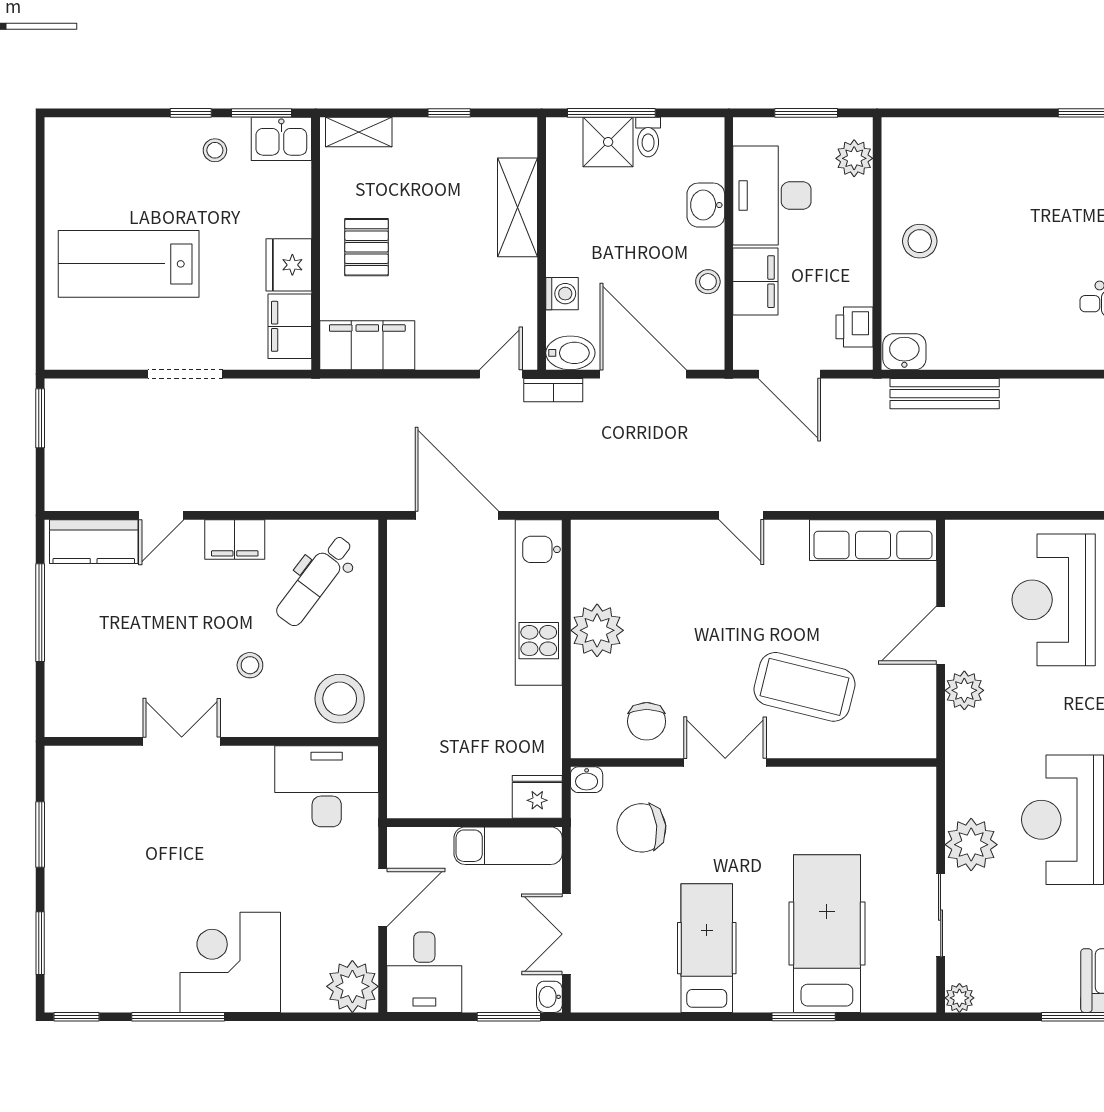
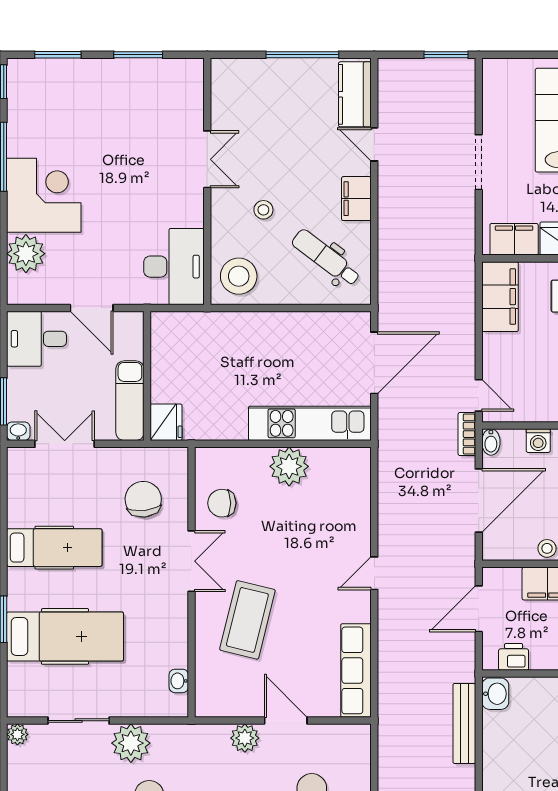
bidet: (570, 353) -> (491, 442), width x0.72, depth x0.74
washbasin: (587, 780) -> (179, 681), moved
plant: (352, 986) -> (26, 254), moved

